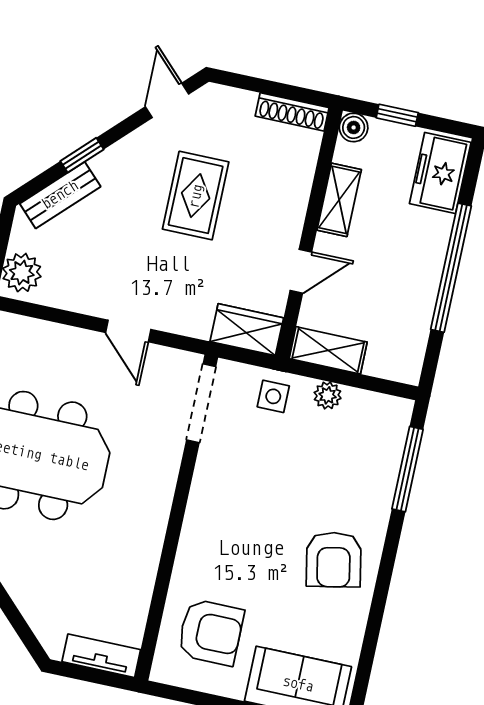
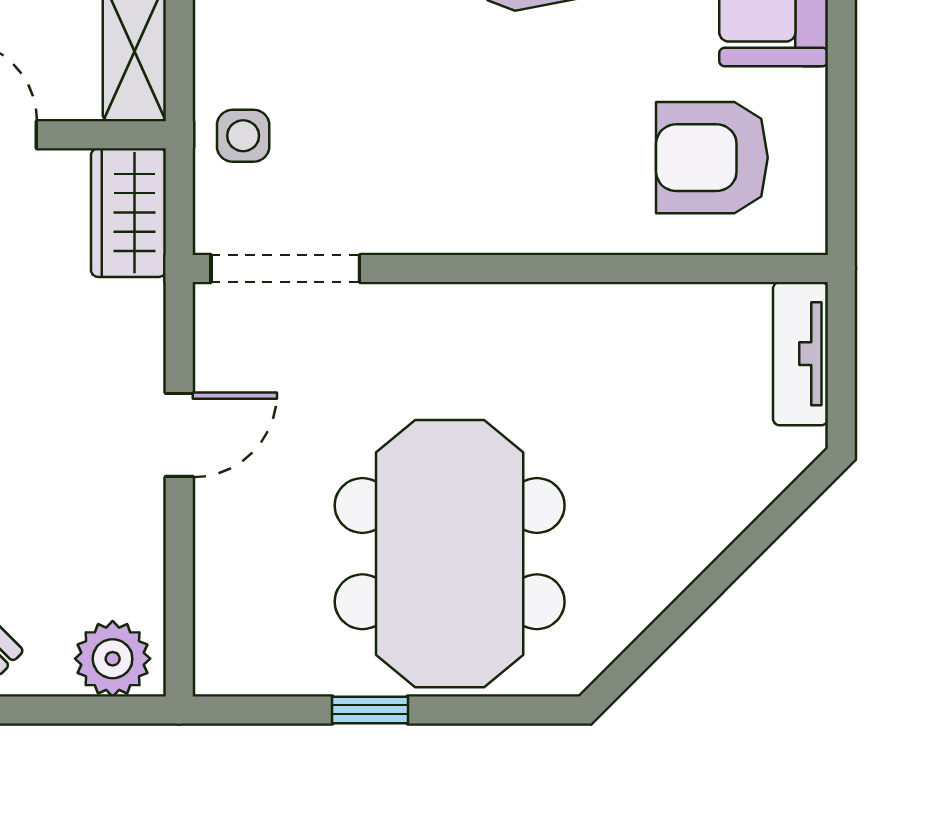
plant: (328, 395) -> (219, 34), removed
armchair: (211, 632) -> (712, 158), turned -90

